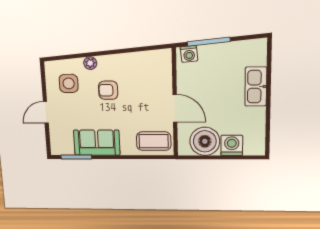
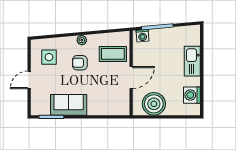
plant: (90, 63) -> (82, 40), moved
door: (175, 108) -> (131, 77), hinge flipped
coffee table: (154, 141) -> (113, 54), moved
washing machine: (232, 145) -> (192, 95), moved, turned -90

